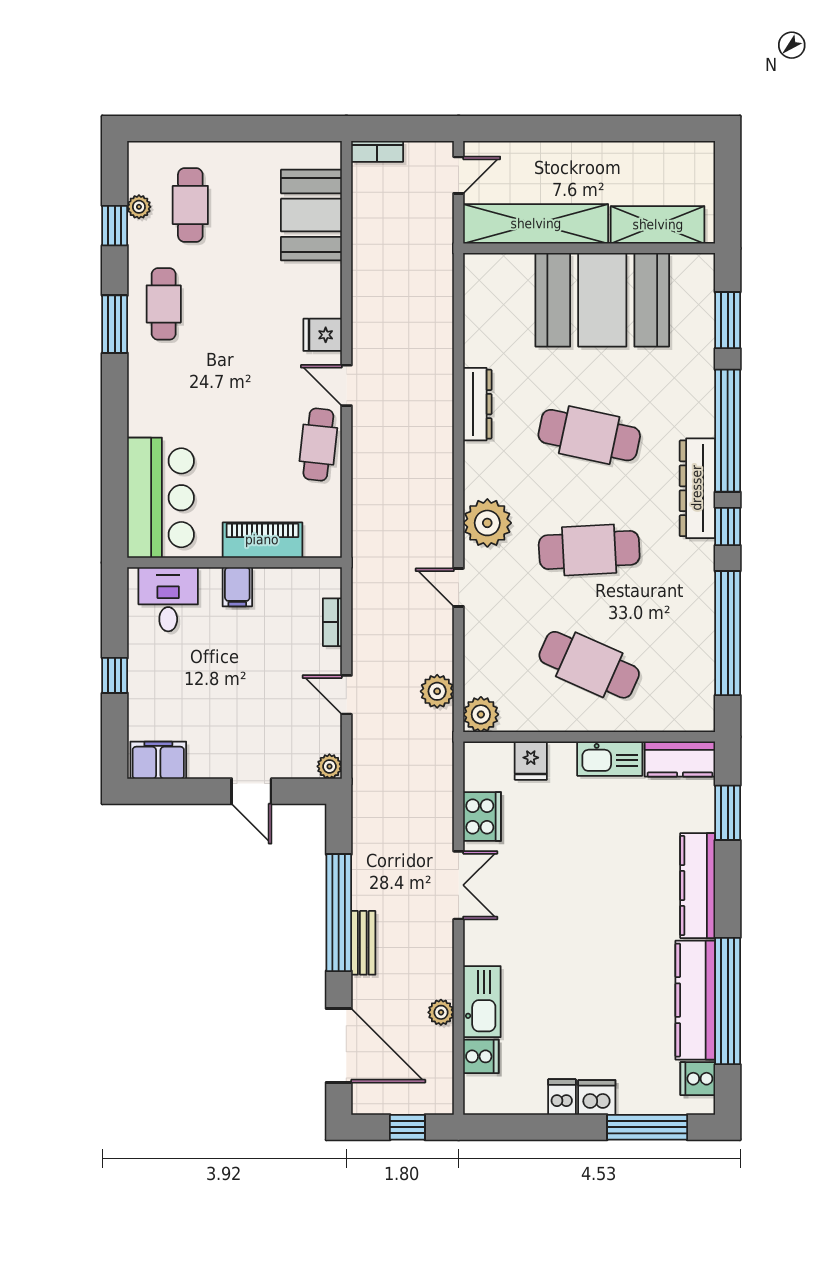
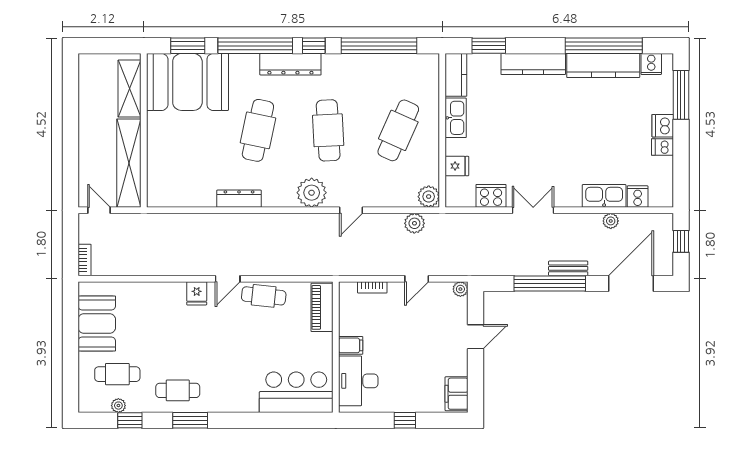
booth: (311, 215) -> (97, 323), moved, turned 90
booth: (602, 300) -> (187, 82), moved, turned 90
piano: (262, 540) -> (322, 307), moved
desk: (168, 599) -> (358, 381), width x1.37

